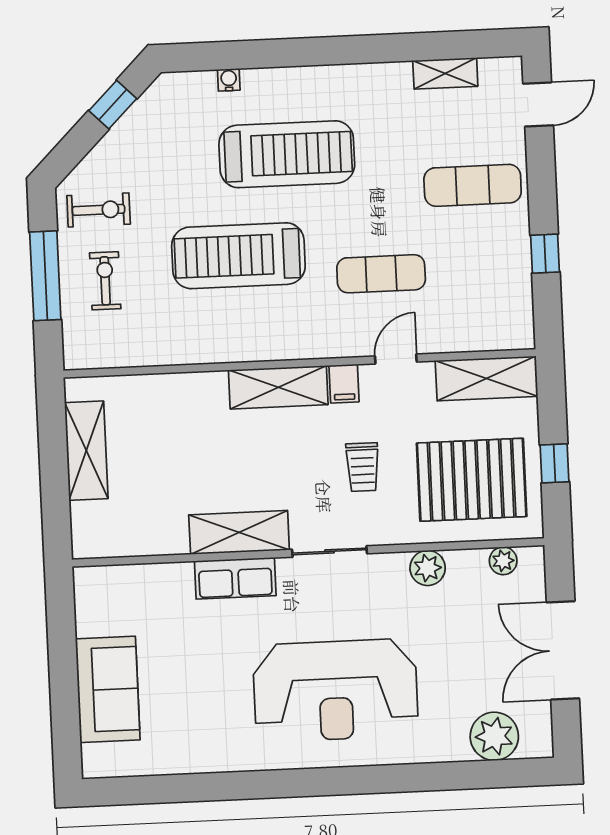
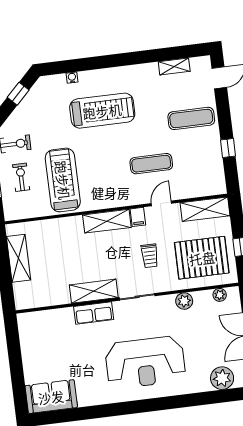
treadmill: (238, 256) -> (63, 180), moved, turned 90
sofa: (108, 689) -> (51, 397), moved, turned -90

